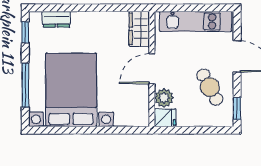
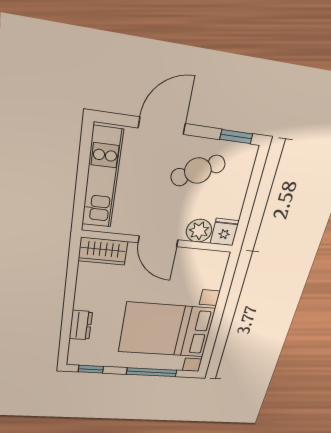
dresser: (56, 19) -> (81, 325), moved

